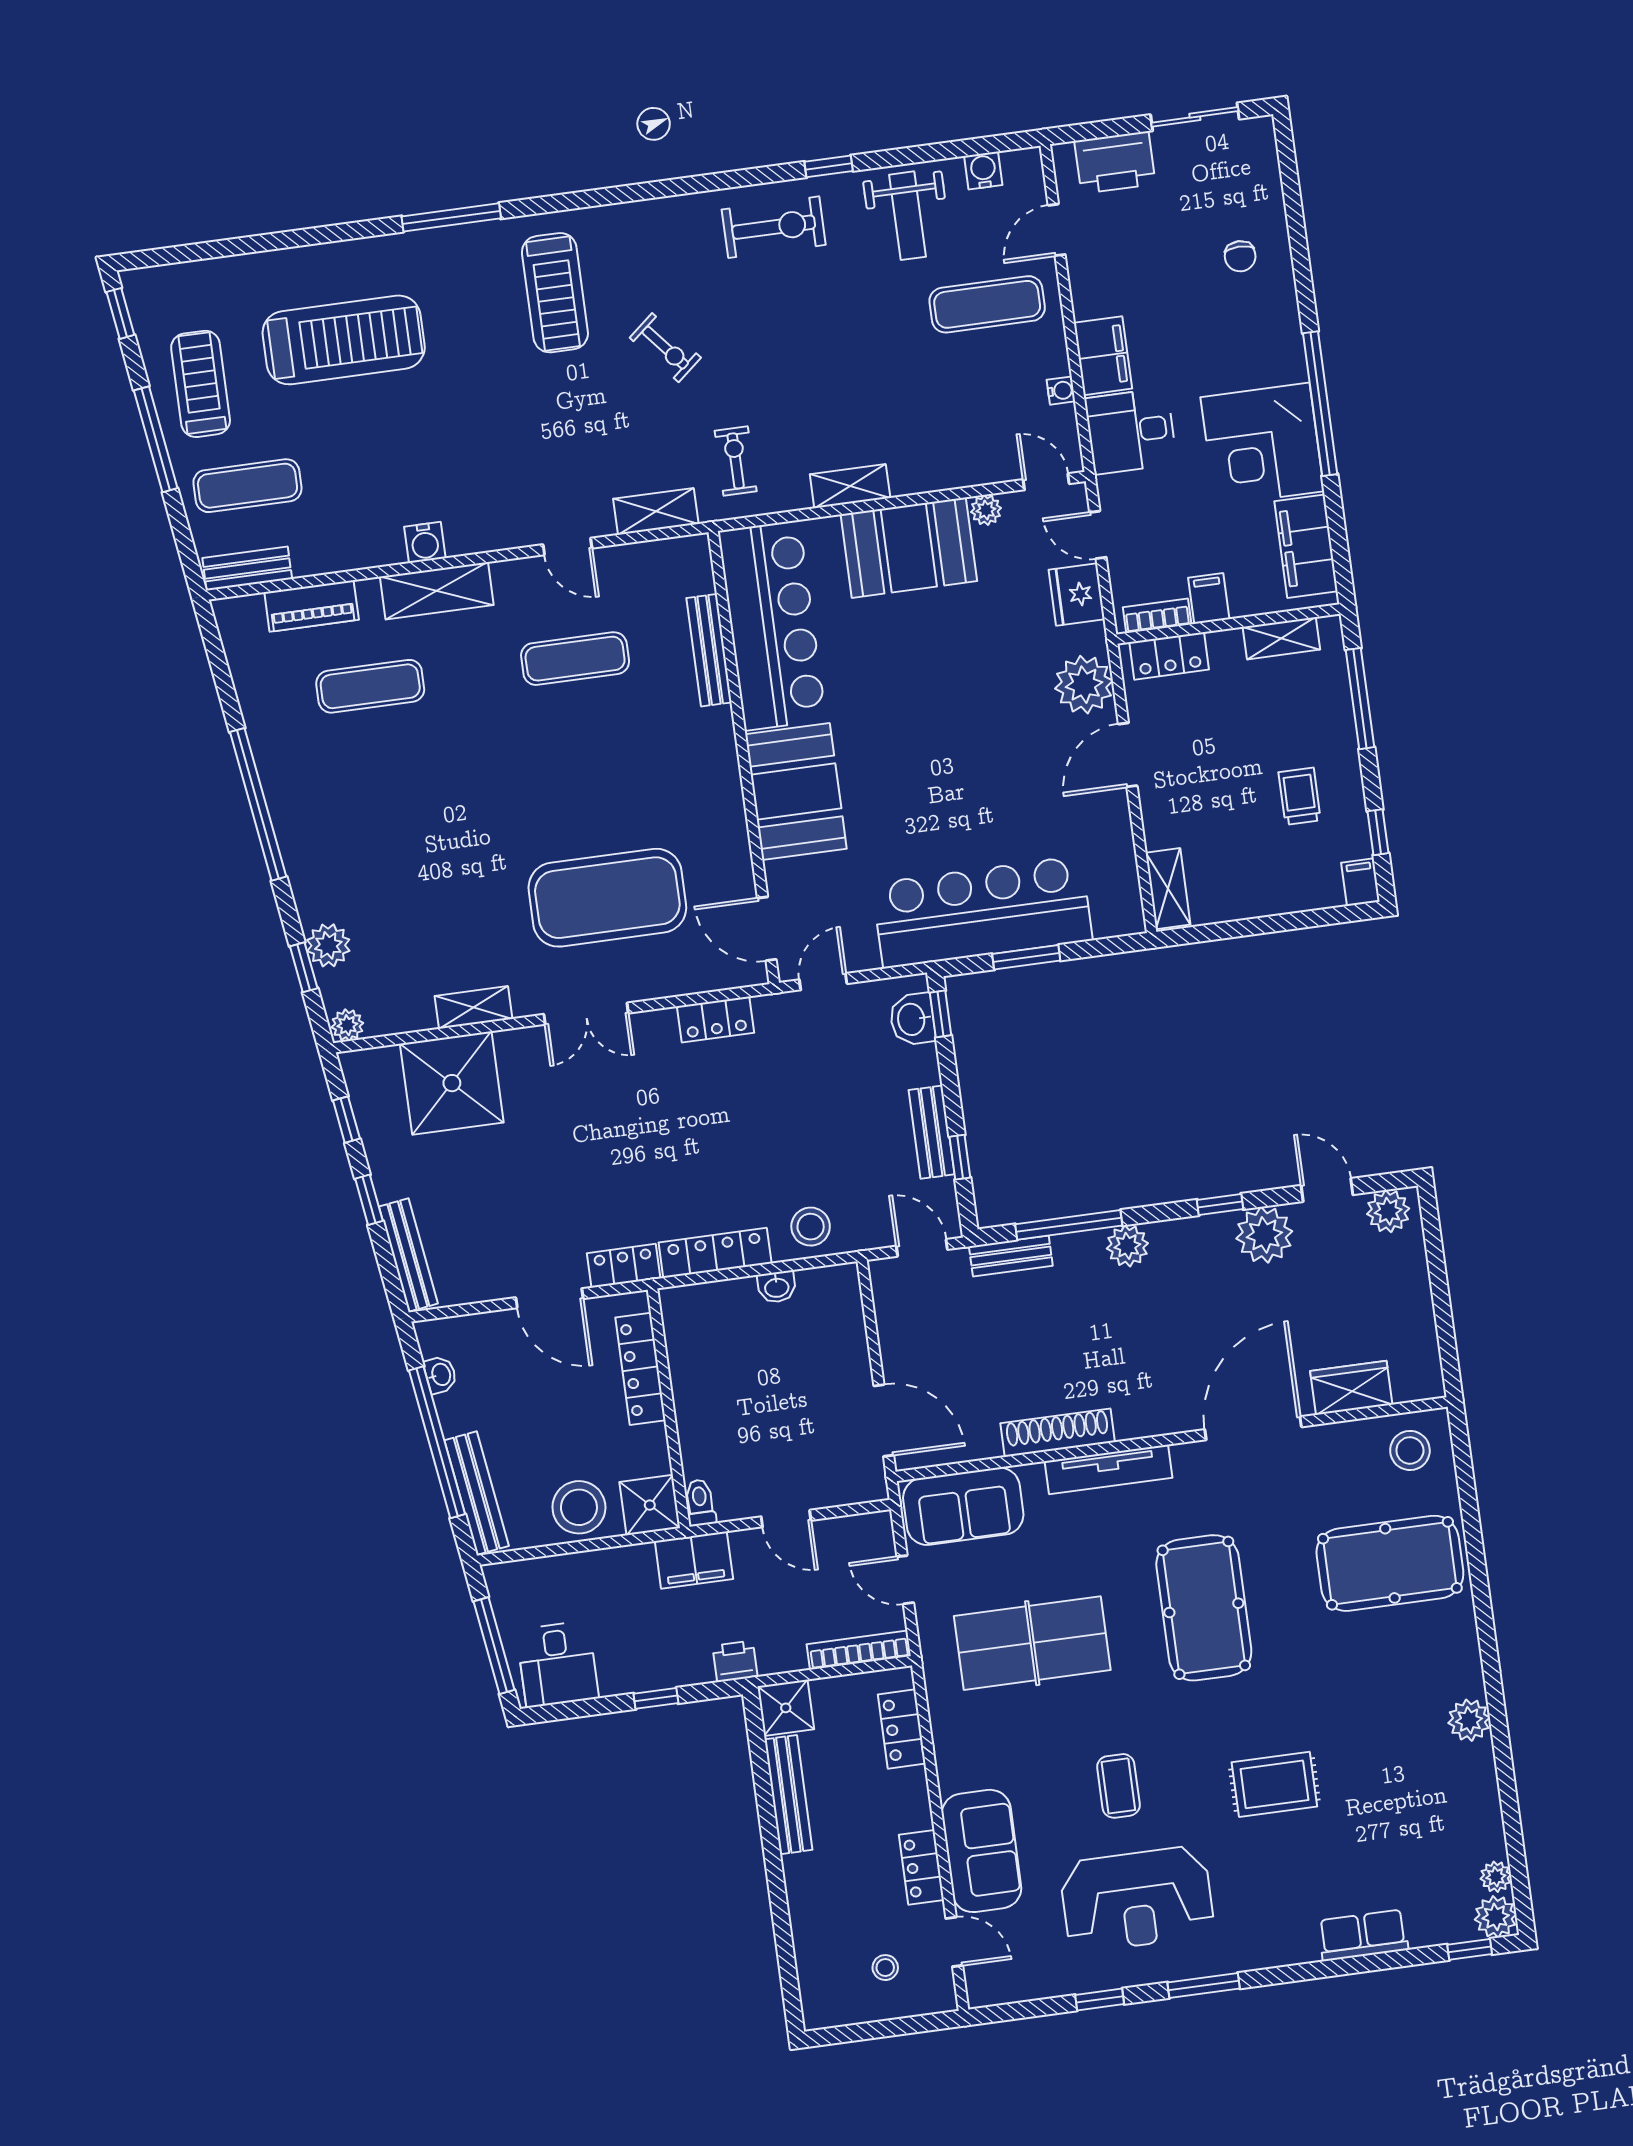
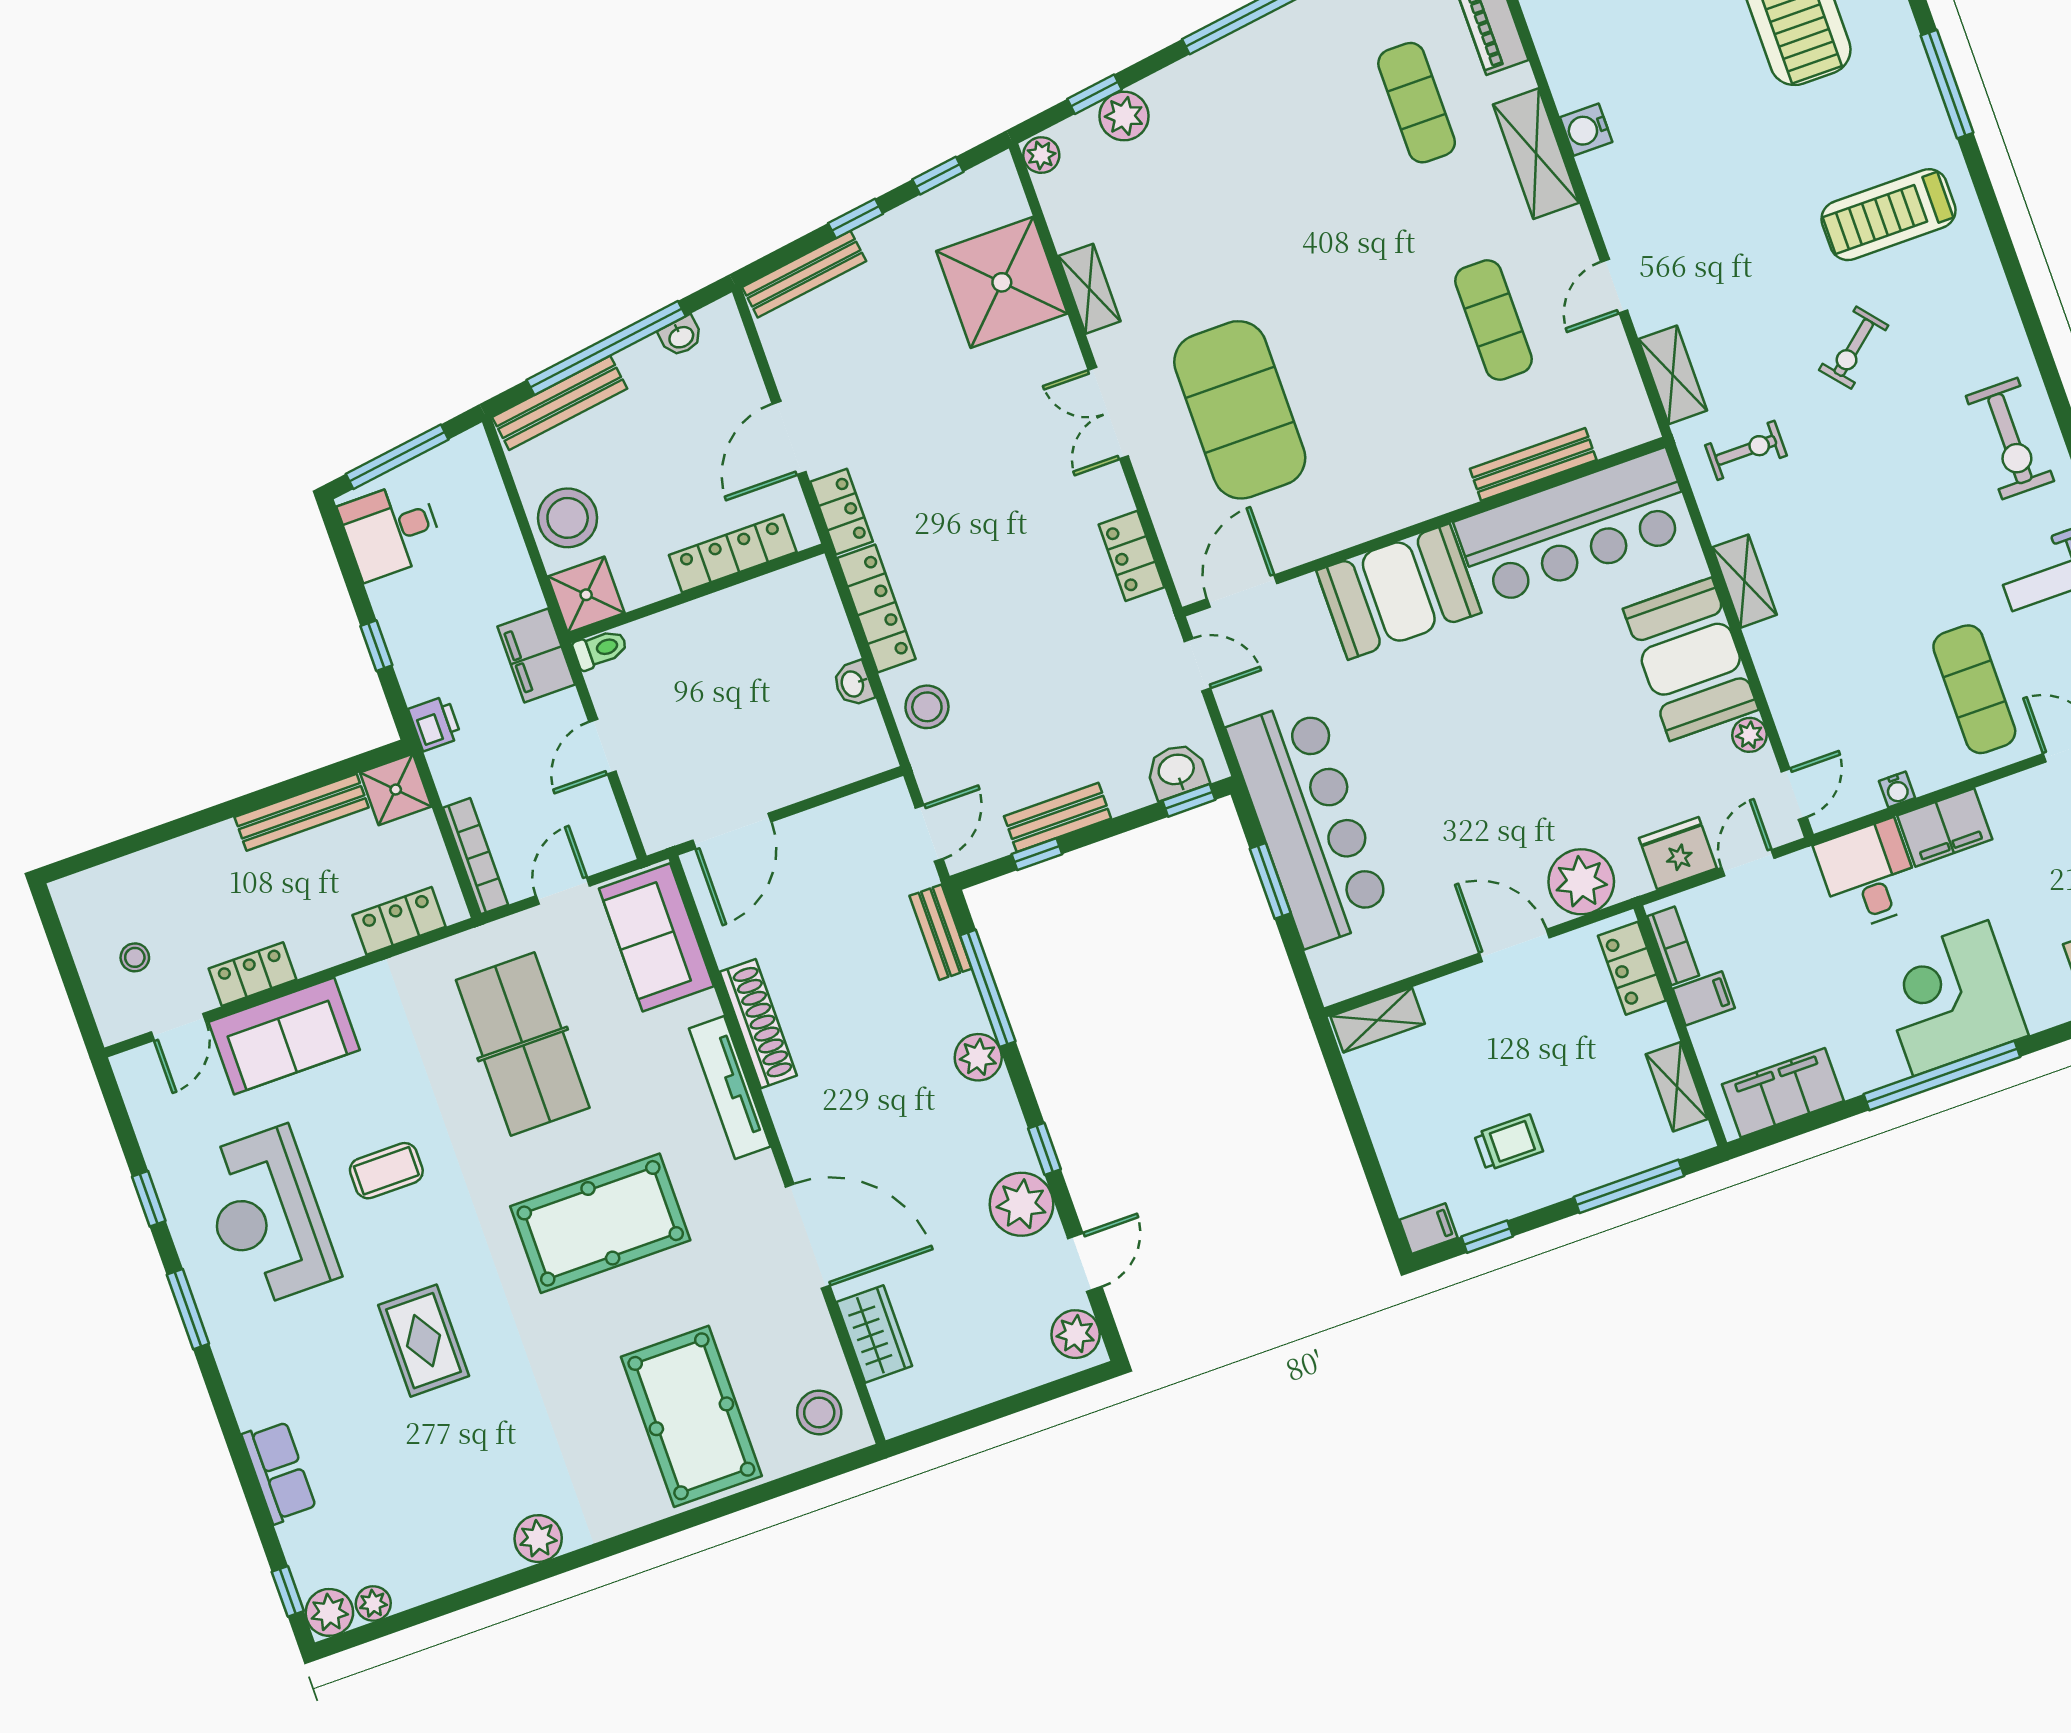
corner desk: (1262, 444) -> (1951, 998), moved

